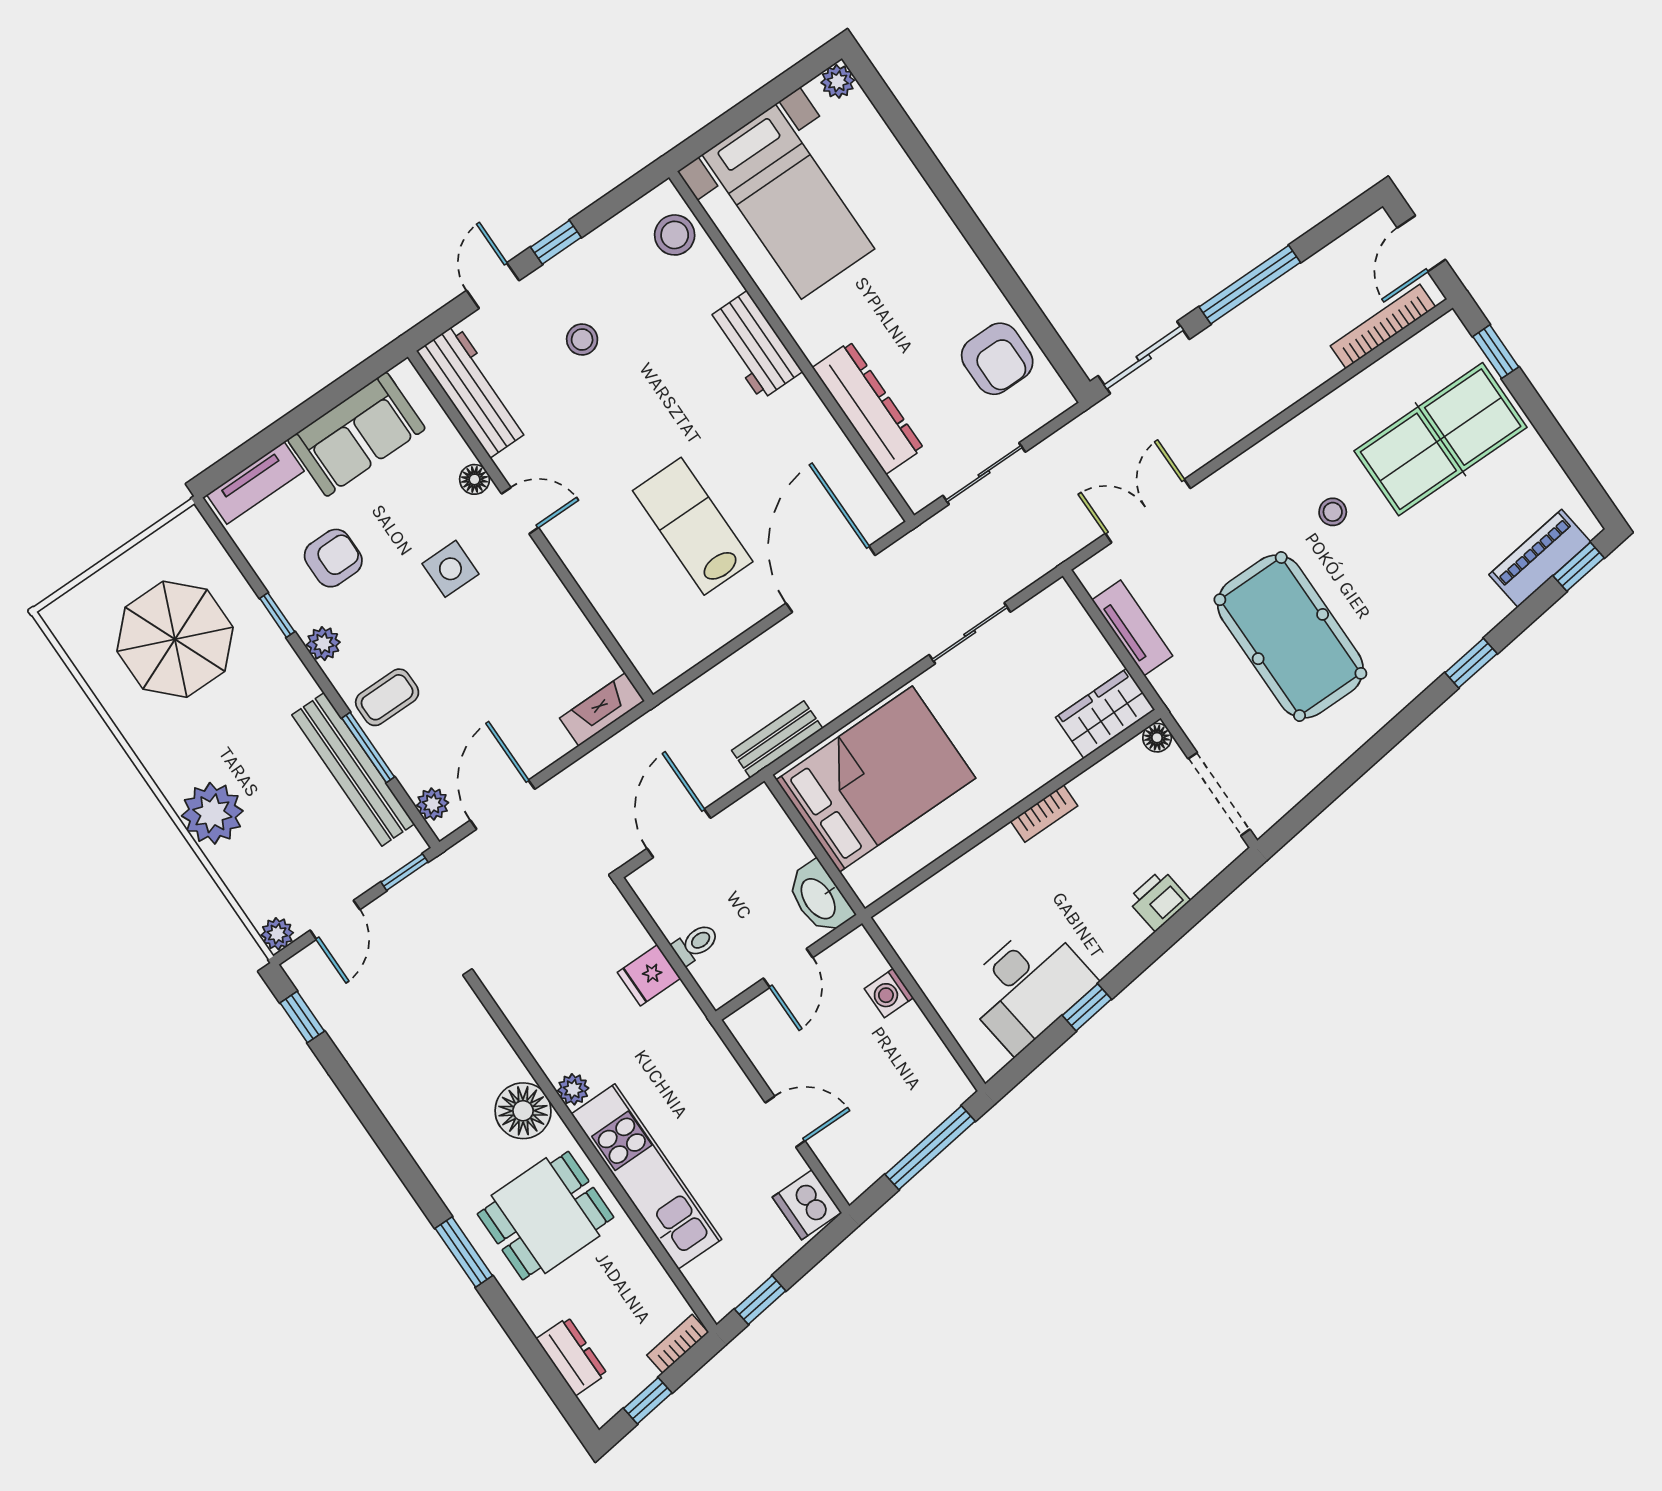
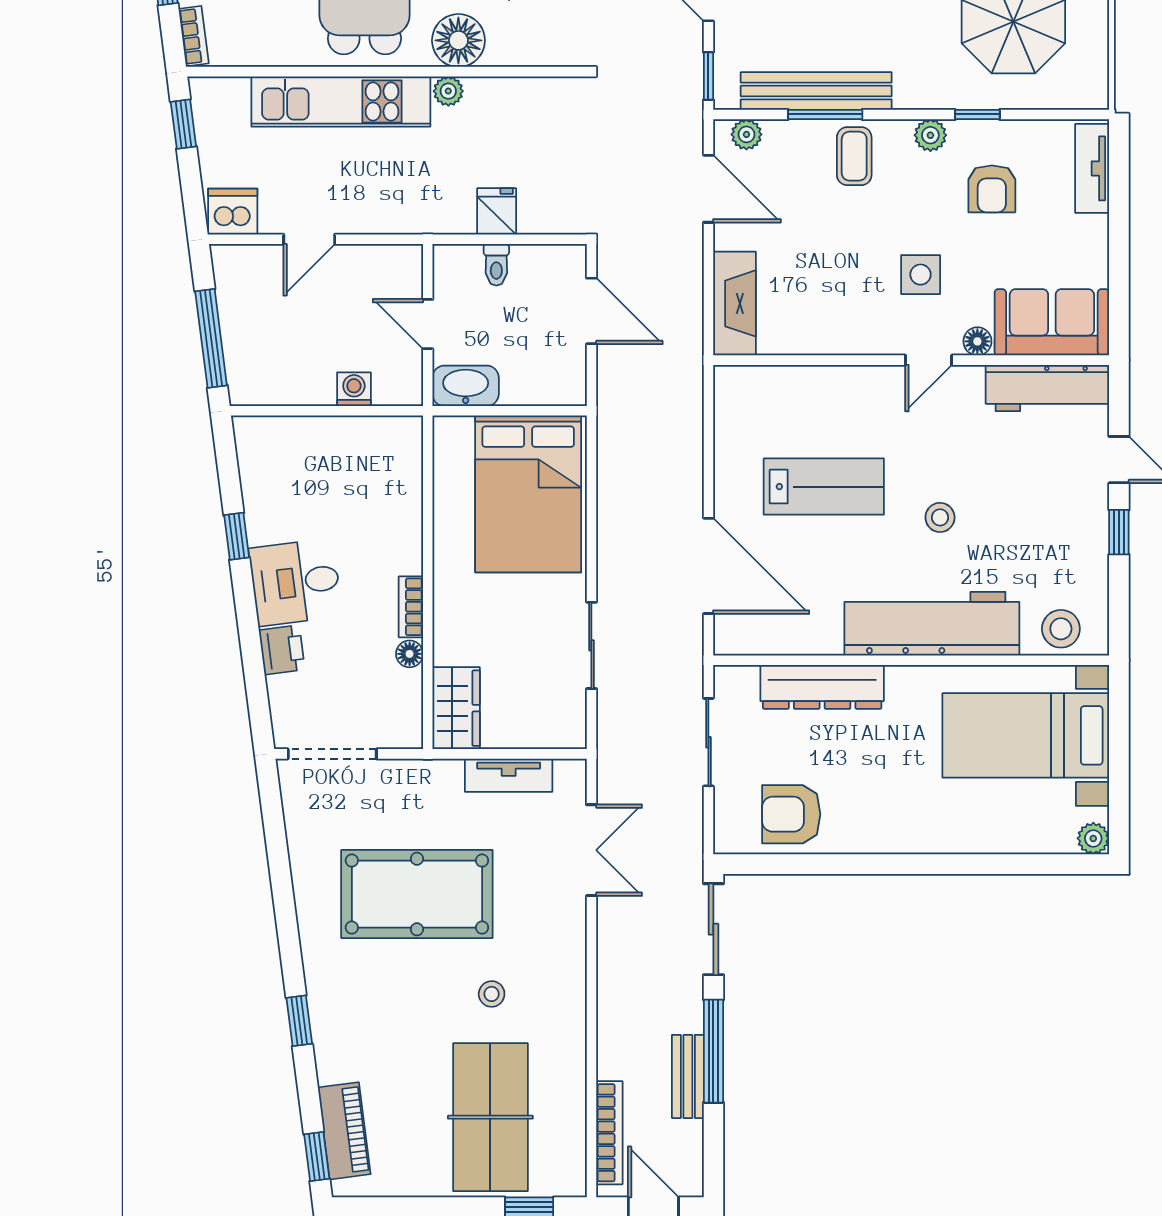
stool: (582, 339) -> (940, 517), moved
workbench: (754, 346) -> (932, 624), width x1.88, depth x1.32
sofa: (356, 434) -> (1052, 322), moved, turned 90
fireplace: (602, 709) -> (734, 303), width x1.37, depth x1.32
floor lamp: (1157, 738) -> (410, 654), moved
bench: (777, 739) -> (688, 1076), moved
desk: (1027, 986) -> (295, 582), moved, width x0.73

